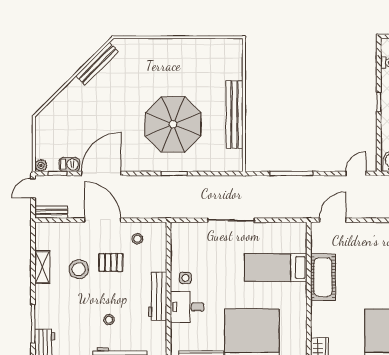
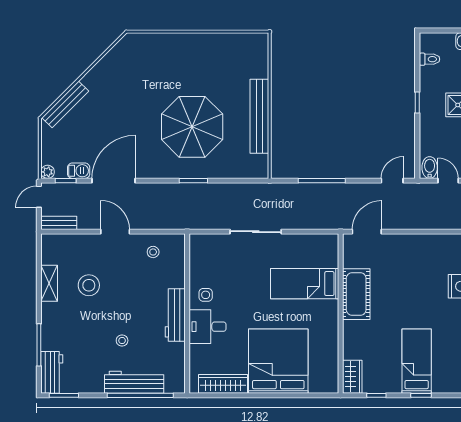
bench: (97, 64) -> (65, 104), moved
door: (103, 220) -> (115, 232), width x0.73
pallet: (111, 262) -> (124, 278), removed

